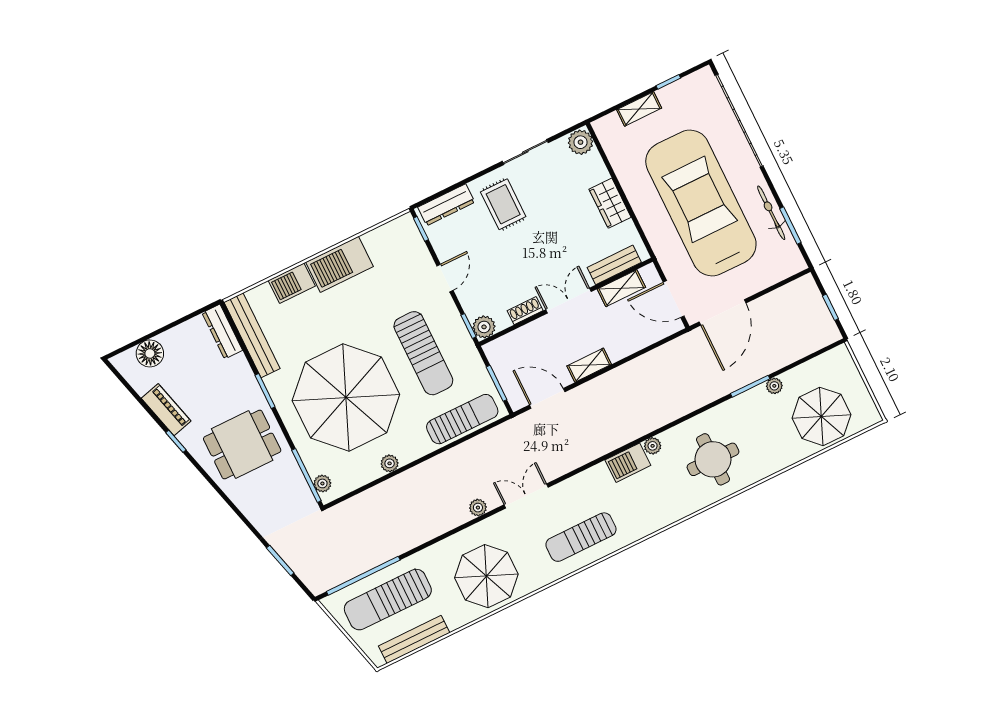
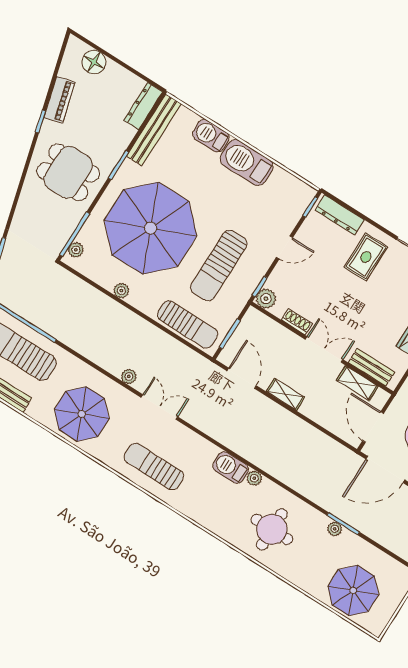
plant: (774, 386) -> (335, 529), moved

